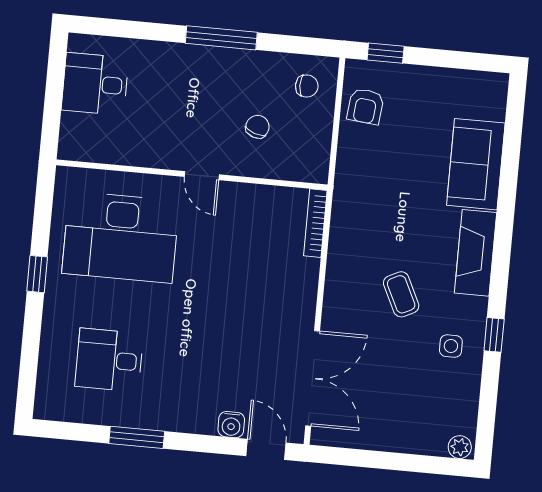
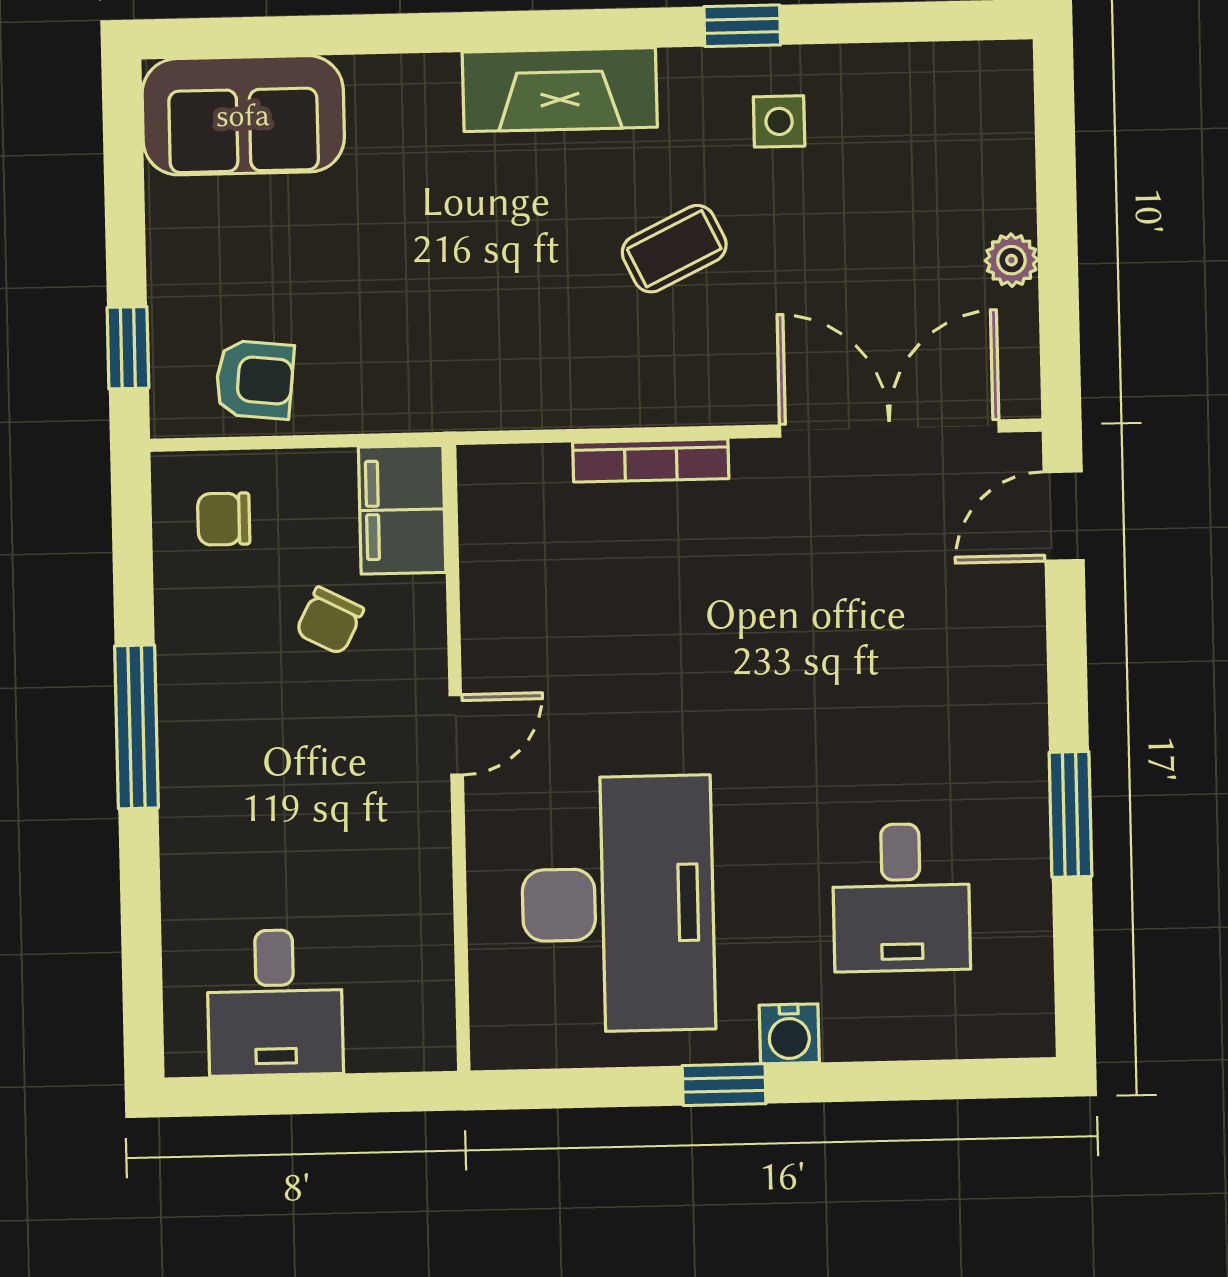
chair: (307, 86) -> (224, 519), turned -90
chair: (257, 127) -> (330, 621), turned -82
filing cabinet: (302, 164) -> (402, 510), added
sofa: (476, 164) -> (243, 115), moved
bookcase: (315, 223) -> (651, 460), moved
water cooler: (231, 425) -> (789, 1034), moved, turned 90
plant: (460, 447) -> (1011, 260), moved

